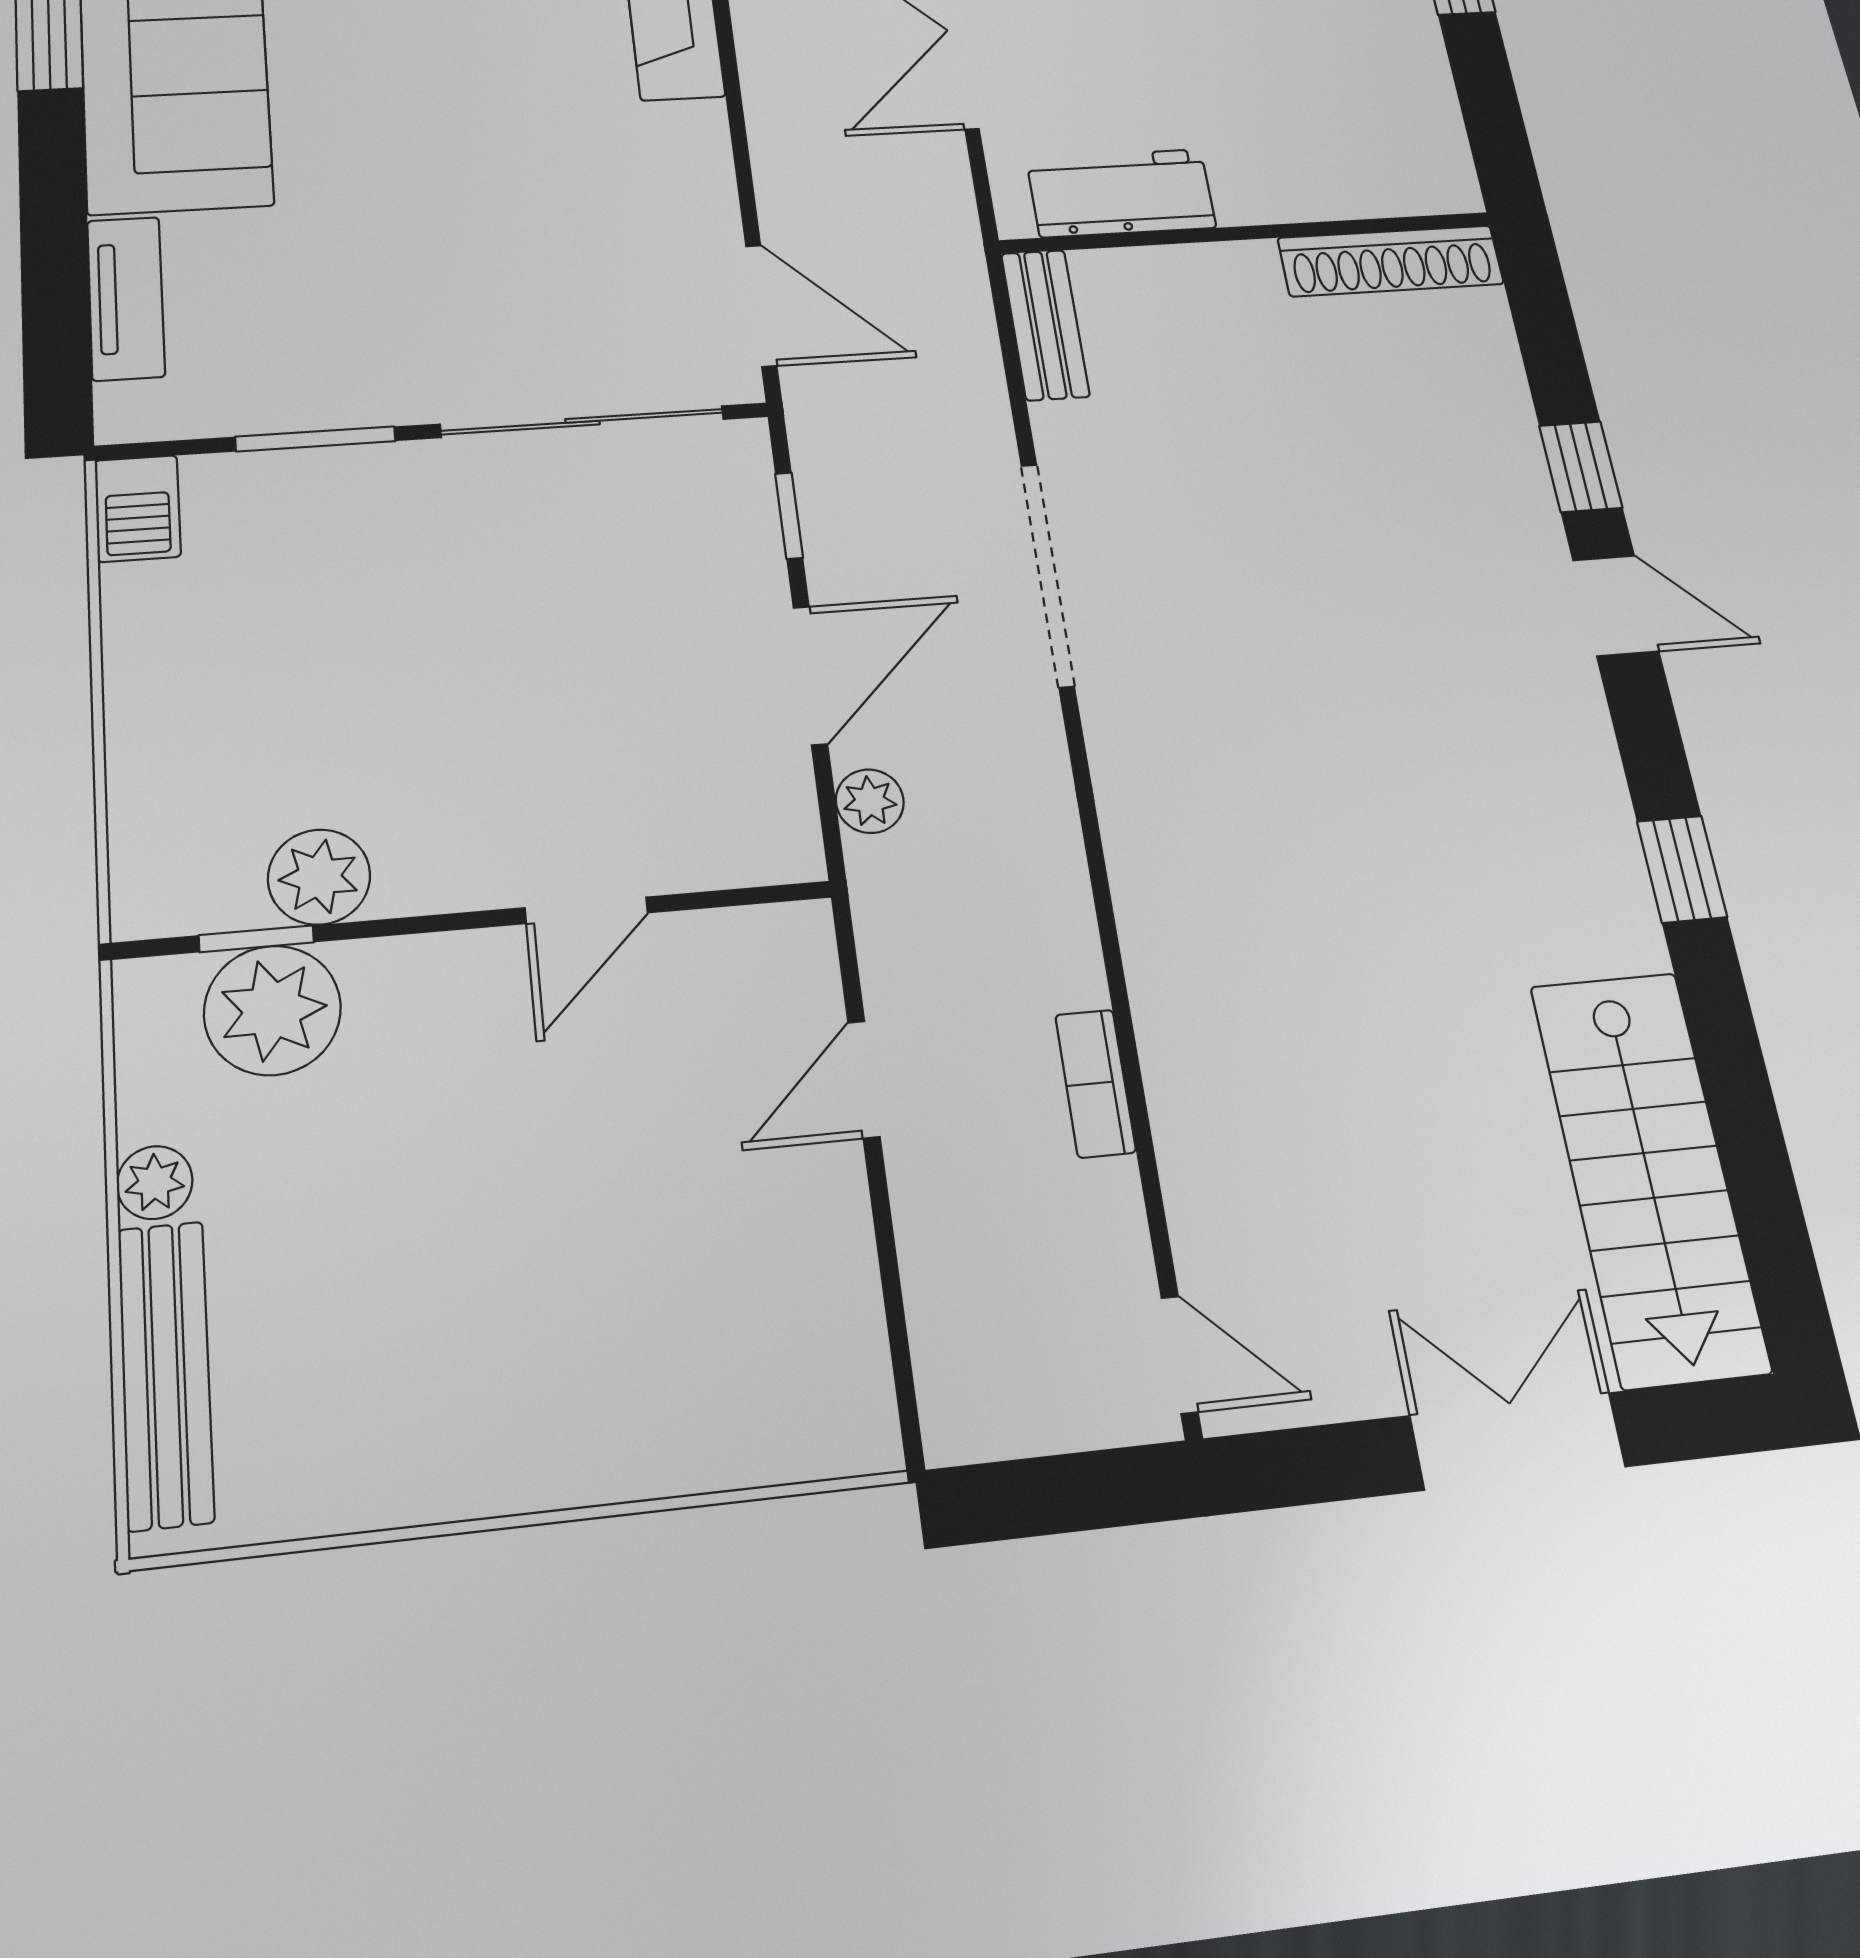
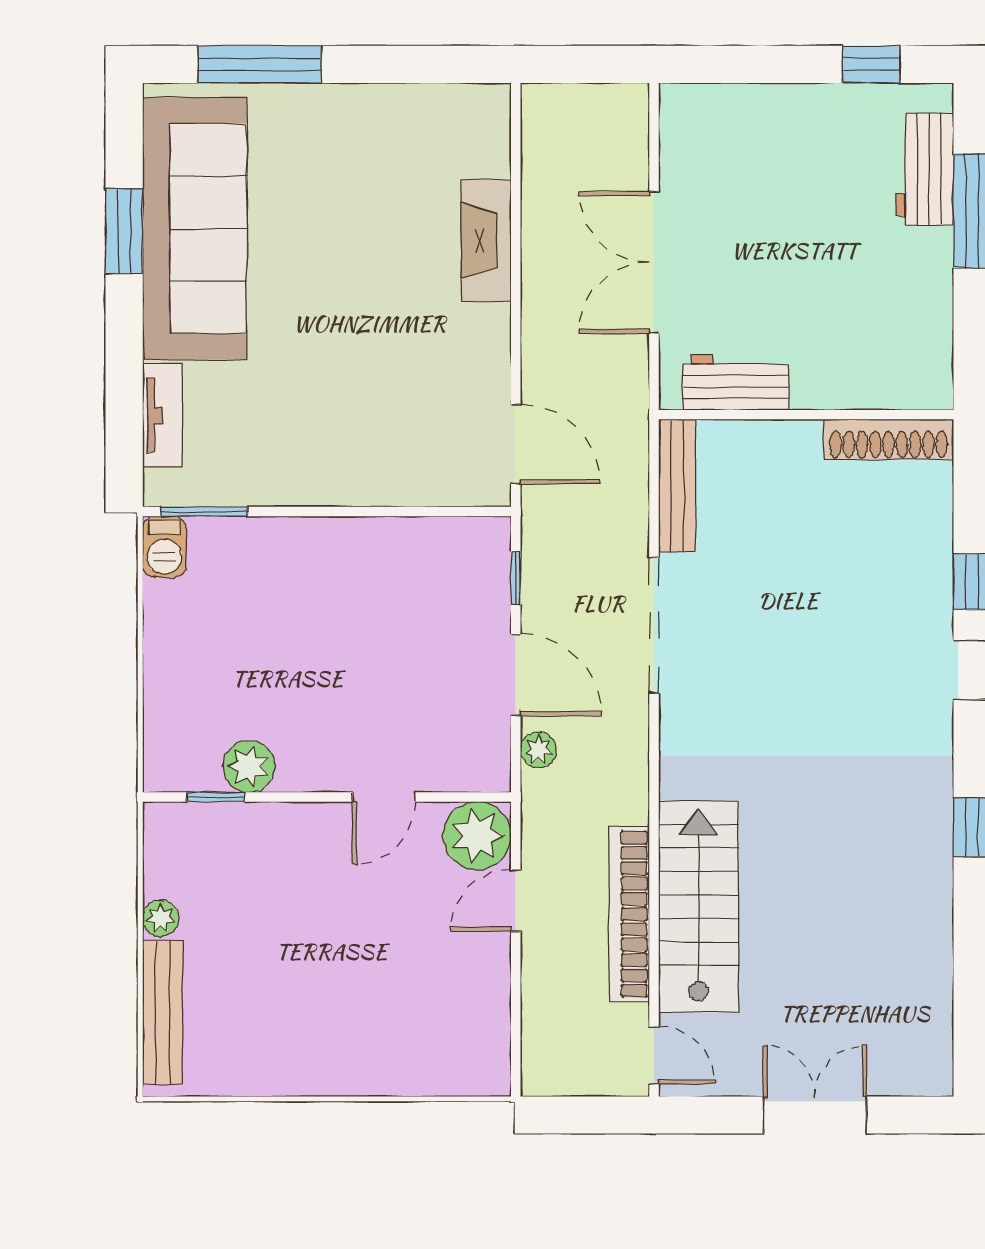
bench: (1045, 325) -> (677, 486), width x1.36
sliding door: (582, 422) -> (408, 511), removed
window: (315, 439) -> (204, 511), moved
door: (810, 675) -> (516, 675), hinge flipped
plant: (272, 1010) -> (477, 836), moved
bookcase: (1095, 1083) -> (629, 914), width x2.31, depth x1.31
stairs: (1649, 1176) -> (699, 907), moved, turned 180

